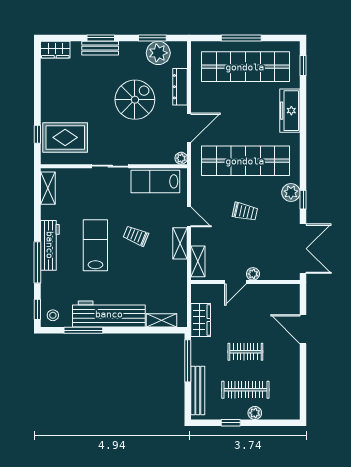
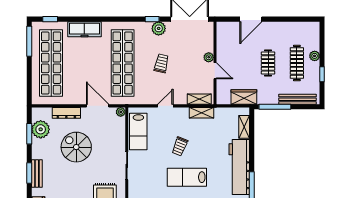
window: (241, 38) -> (29, 41), moved
plant: (291, 192) -> (159, 28), moved
shelving: (180, 243) -> (202, 113), moved

